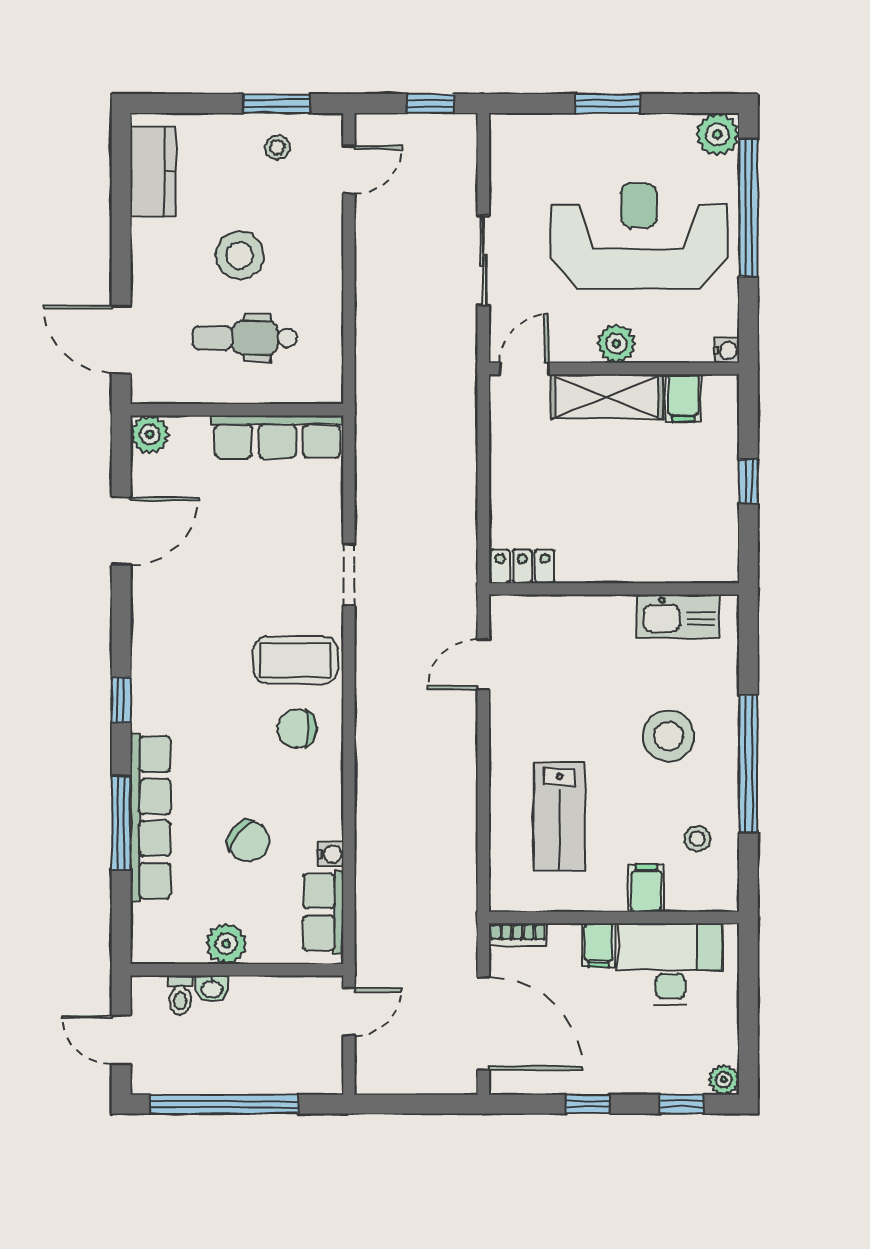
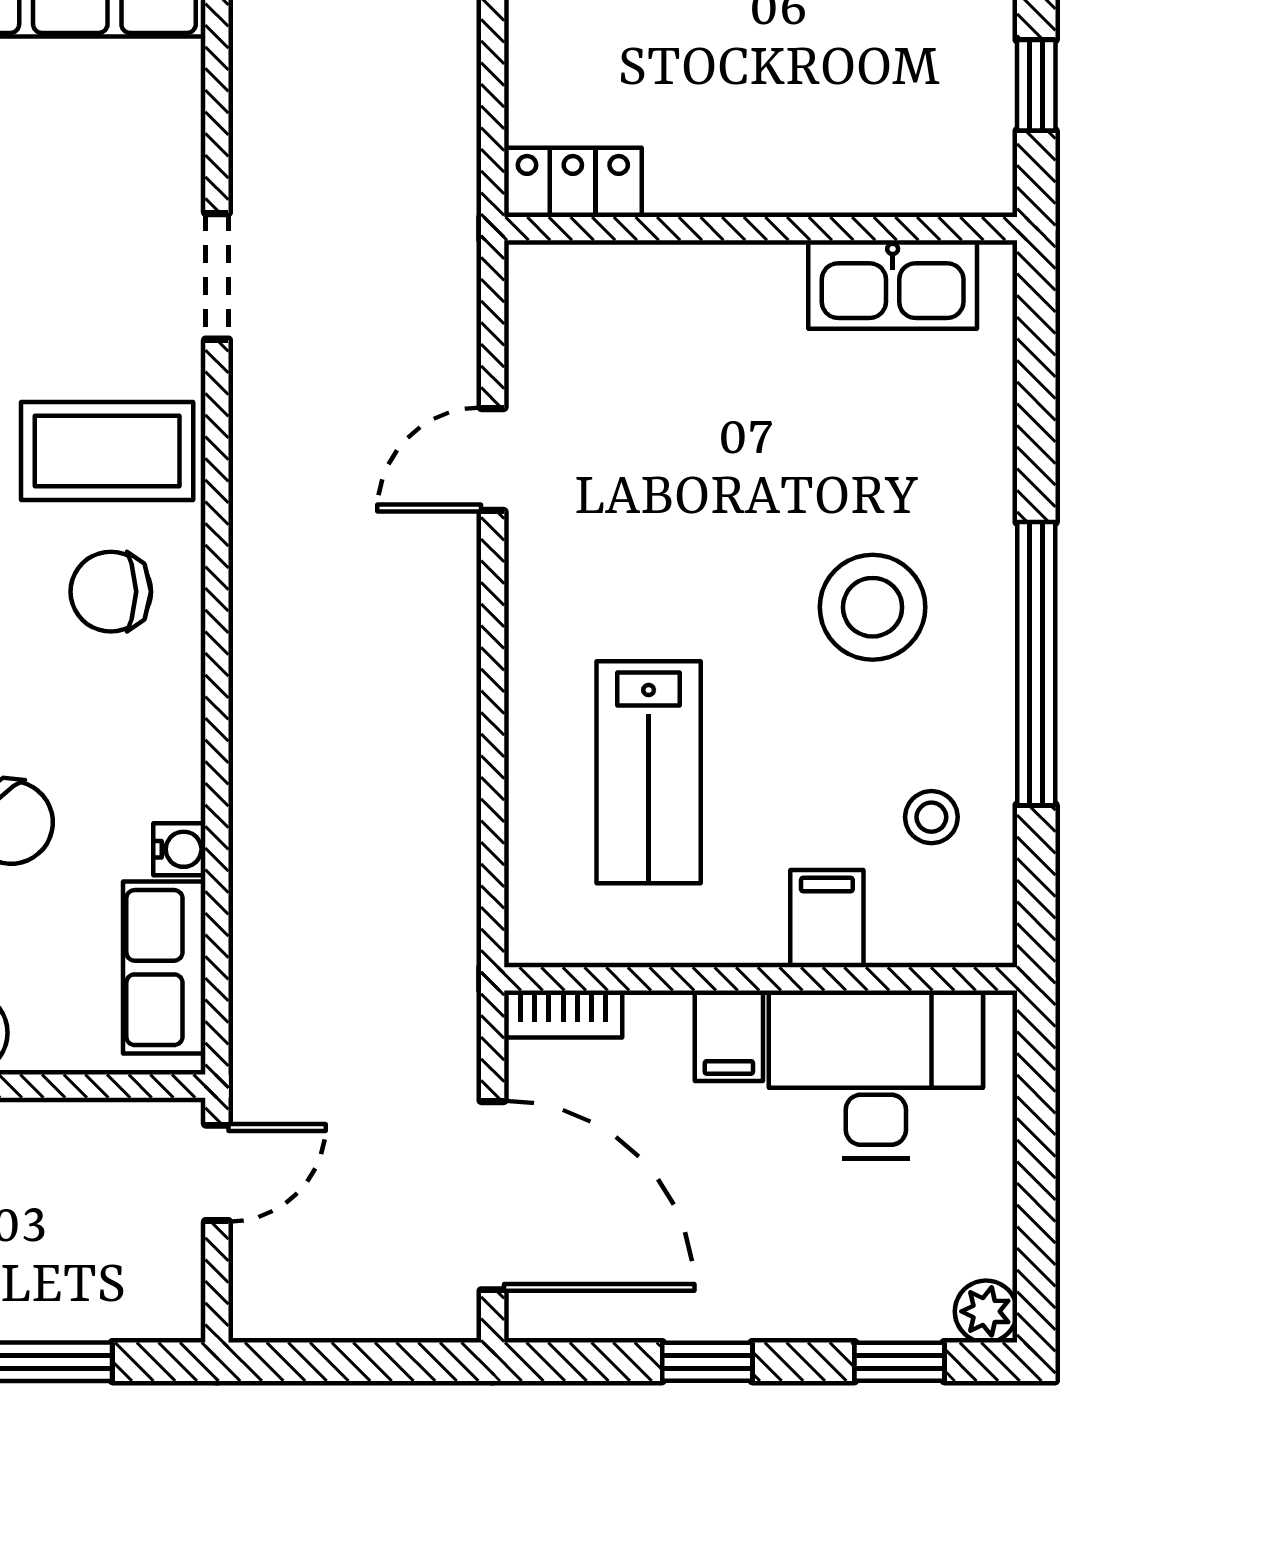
locker: (522, 566) -> (573, 182), moved
wall: (614, 589) -> (761, 229), moved
kitchen sink: (678, 616) -> (893, 284), moved

